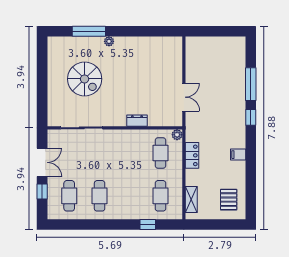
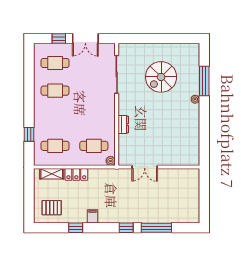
locker: (192, 155) -> (76, 174), moved
window: (251, 173) -> (76, 228), added

